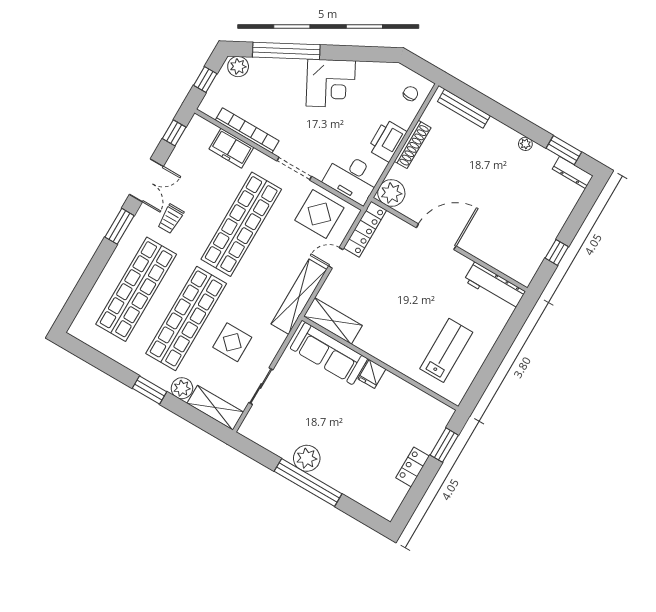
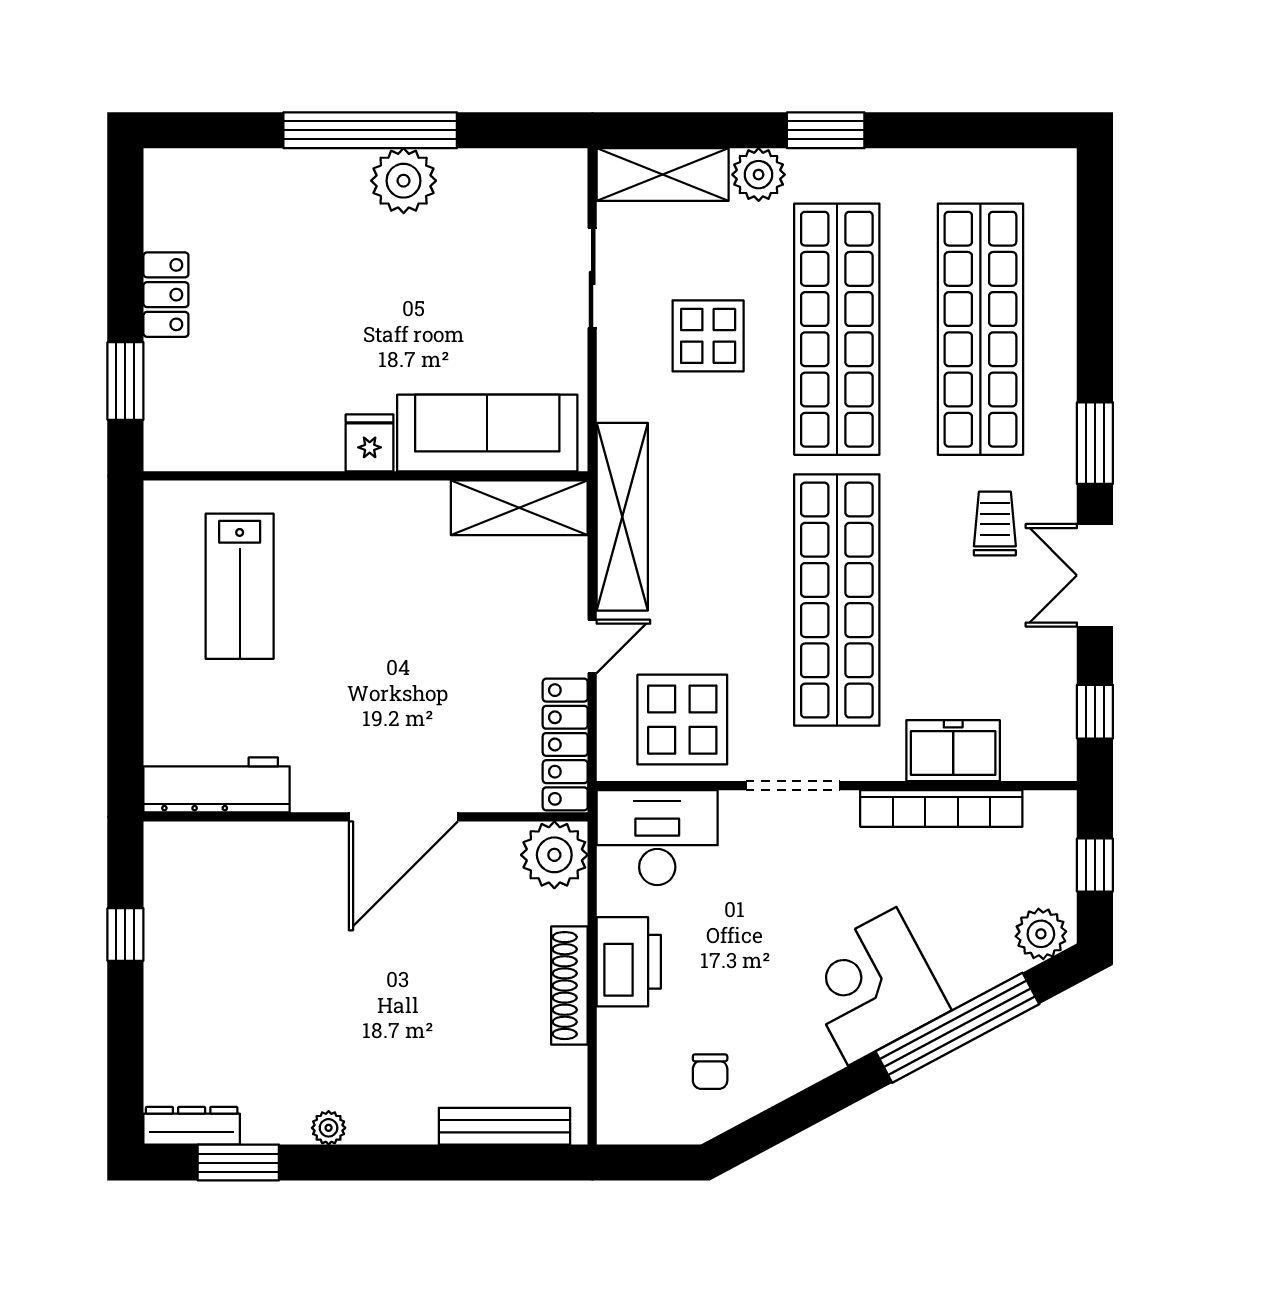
corner desk: (331, 83) -> (872, 986), moved
chair: (411, 94) -> (710, 1072), moved

